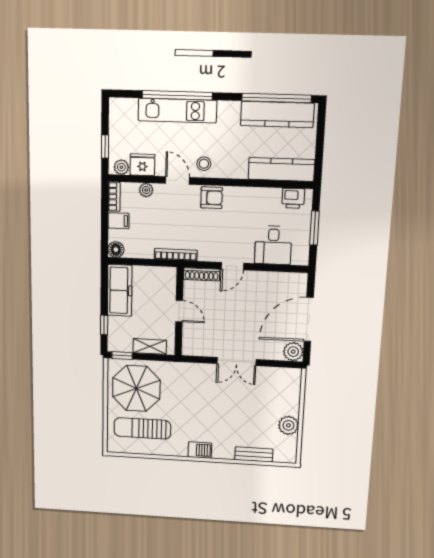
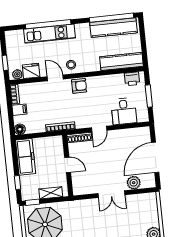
plant: (146, 190) -> (35, 87), removed
plant: (293, 352) -> (134, 183), moved

